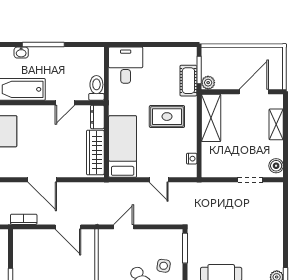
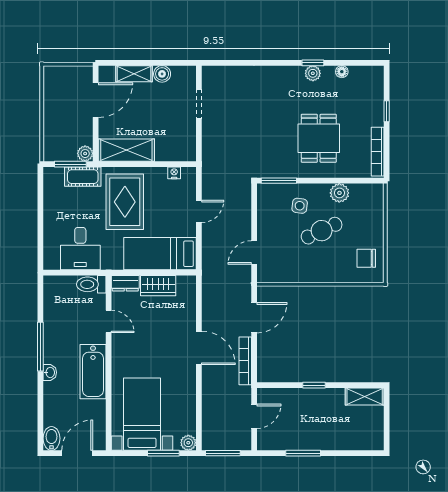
desk: (126, 65) -> (80, 249), moved, turned -90
door: (254, 92) -> (96, 100), swing flipped
rug: (167, 117) -> (125, 202), width x1.36, depth x1.43
wardrobe: (95, 153) -> (158, 286), width x0.67
boiler: (276, 166) -> (162, 74), moved
door: (42, 180) -> (199, 348), hinge flipped
bookcase: (24, 219) -> (245, 361), width x1.56
door: (124, 227) -> (254, 253), hinge flipped

